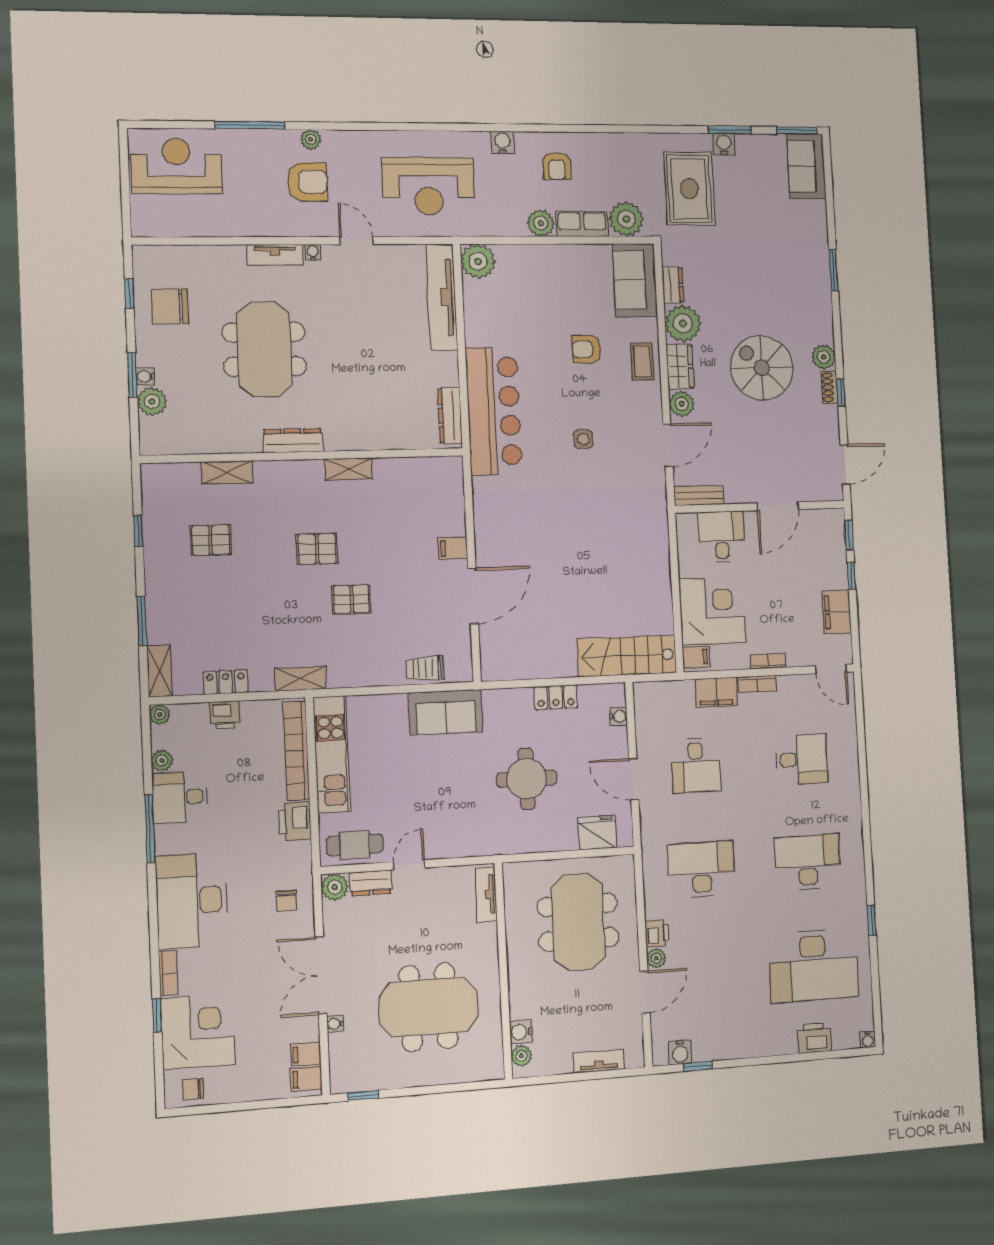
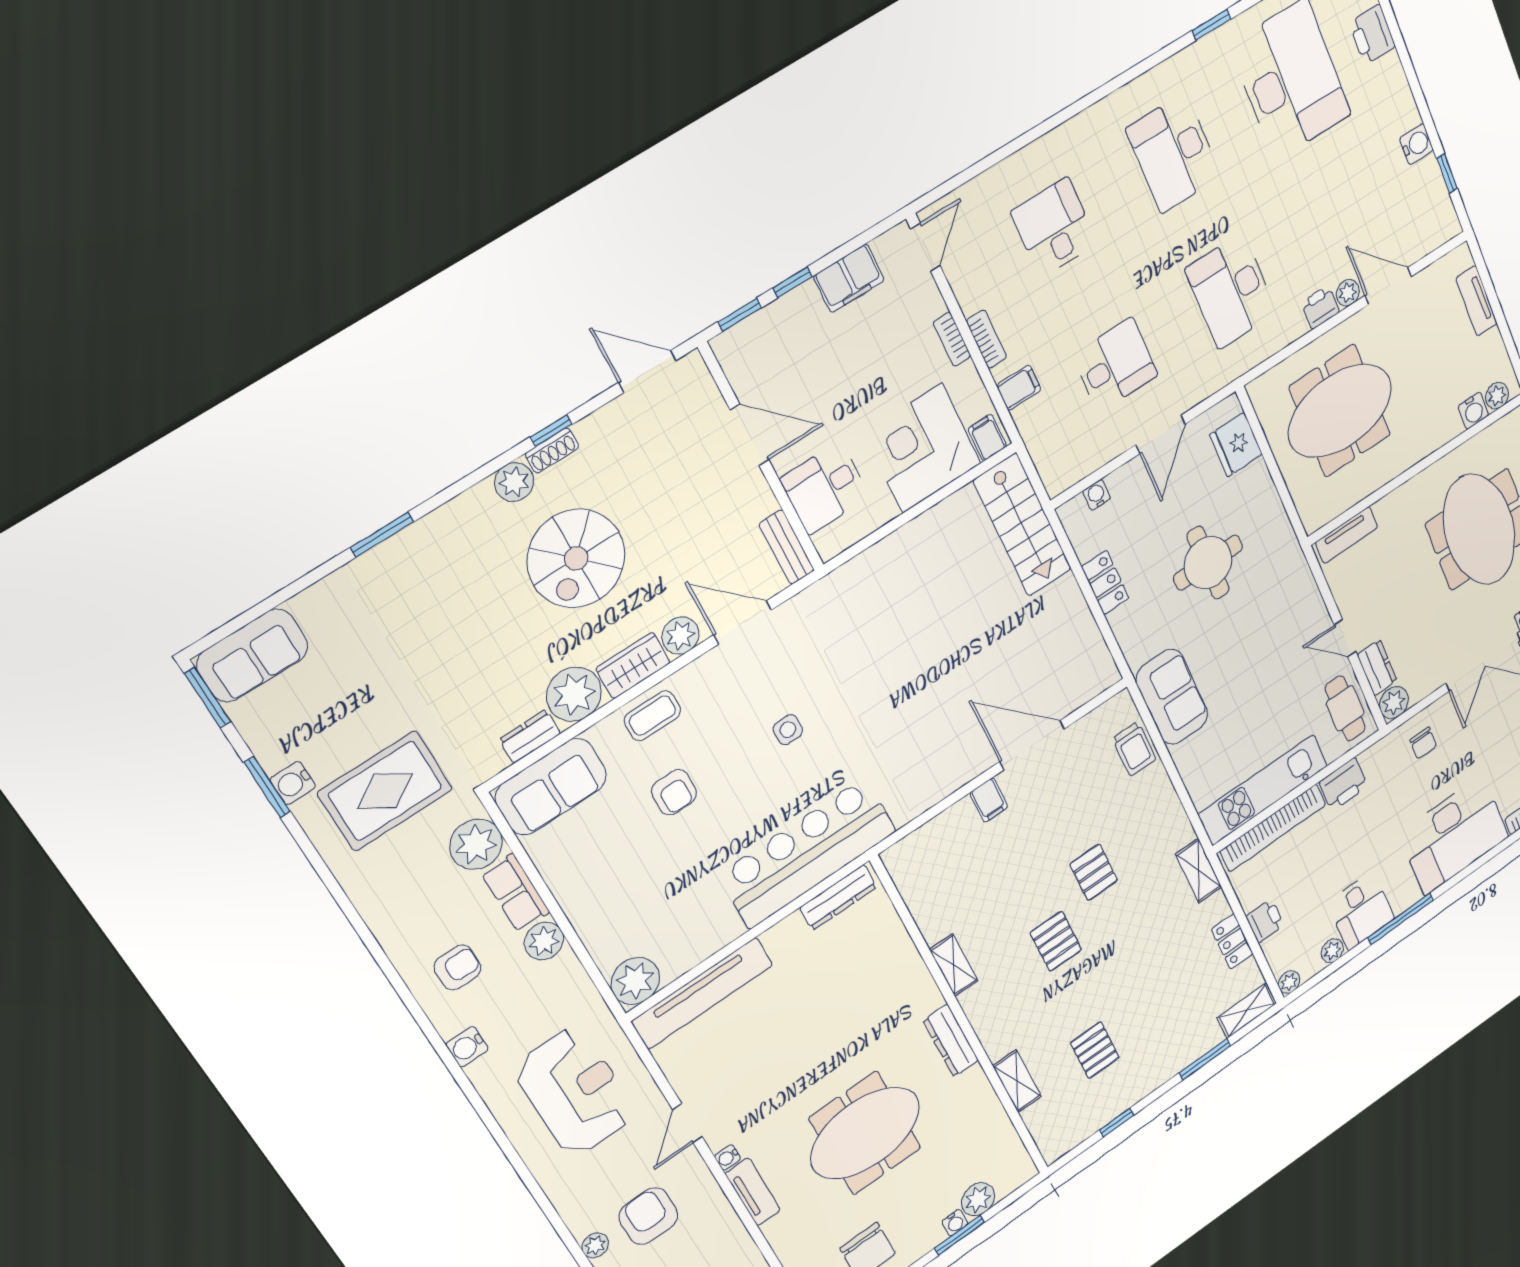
filing cabinet: (716, 692) -> (1019, 388), width x0.50
chair: (287, 901) -> (1423, 743), turned 90
water cooler: (680, 1052) -> (1416, 144), moved

